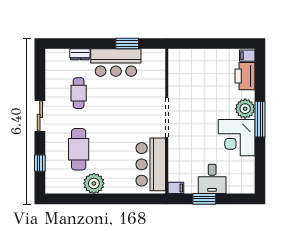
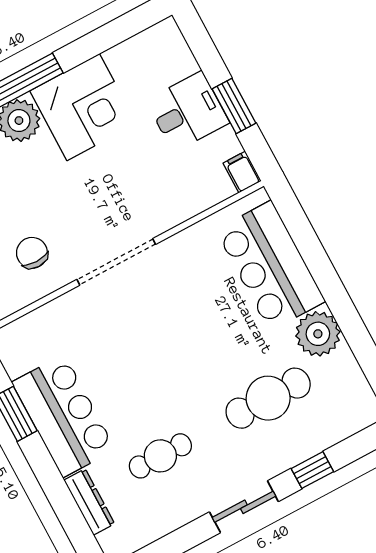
dresser: (80, 54) -> (89, 502), width x1.44
chair: (189, 85) -> (32, 253), added
window: (40, 163) -> (312, 470), moved
bar counter: (151, 164) -> (270, 266), moved, turned 90

